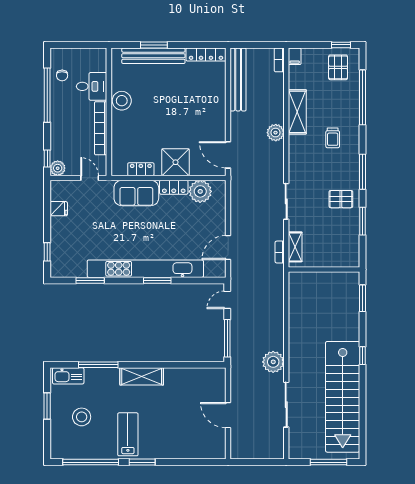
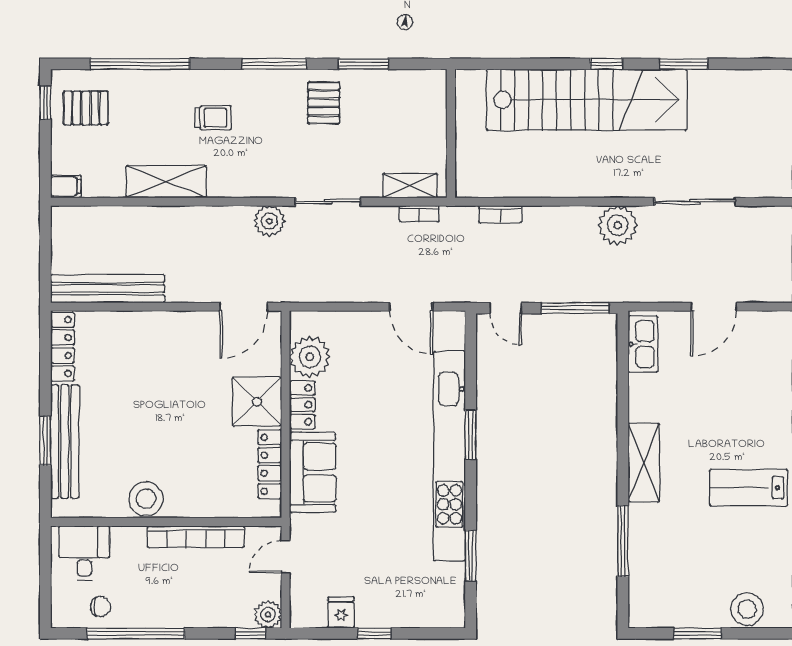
bookcase: (279, 60) -> (500, 214), moved
desk: (92, 86) -> (84, 553), moved
plant: (276, 133) -> (269, 221), moved
locker: (141, 169) -> (270, 464), width x1.53
window: (47, 252) -> (374, 633), moved
window: (362, 298) -> (683, 64), moved
kitchen sink: (68, 376) -> (643, 344), moved
stairs: (343, 397) -> (587, 100), moved
stool: (82, 417) -> (747, 609), moved

